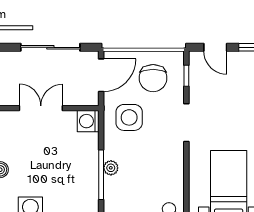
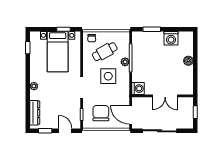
door: (101, 75) -> (131, 115), hinge flipped
side table: (129, 117) -> (108, 76), moved
cafe table: (146, 186) -> (105, 52), added

